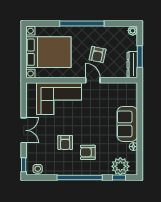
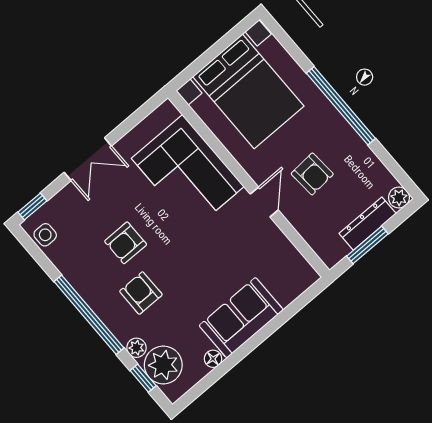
armchair: (98, 55) -> (312, 174), turned -106
dresser: (132, 65) -> (368, 224), moved
plant: (106, 171) -> (136, 348), added

